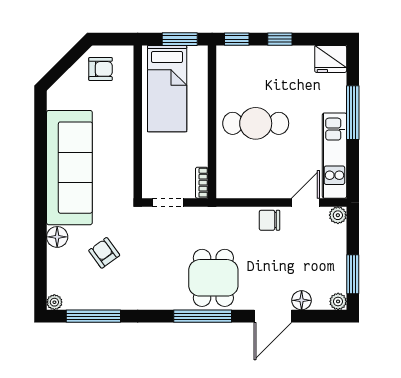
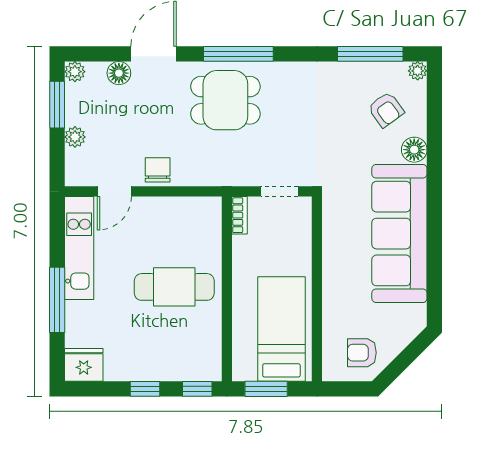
plant: (338, 215) -> (75, 137), moved
chair: (269, 220) -> (158, 170), turned -90
armchair: (104, 253) -> (386, 110), moved
dining table: (213, 278) -> (225, 100), turned 90

